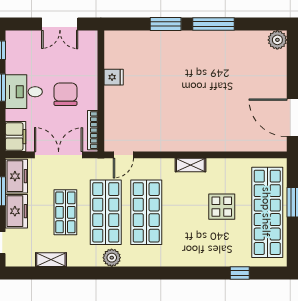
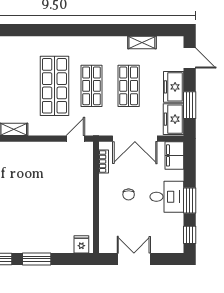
fridge: (114, 77) -> (81, 244), moved, turned 90
chair: (66, 94) -> (129, 194), width x0.54, depth x0.54
bookcase: (93, 130) -> (104, 161), width x0.64
shop shelf: (106, 212) -> (92, 86), width x0.70, depth x0.74
plant: (112, 258) -> (86, 44), removed

